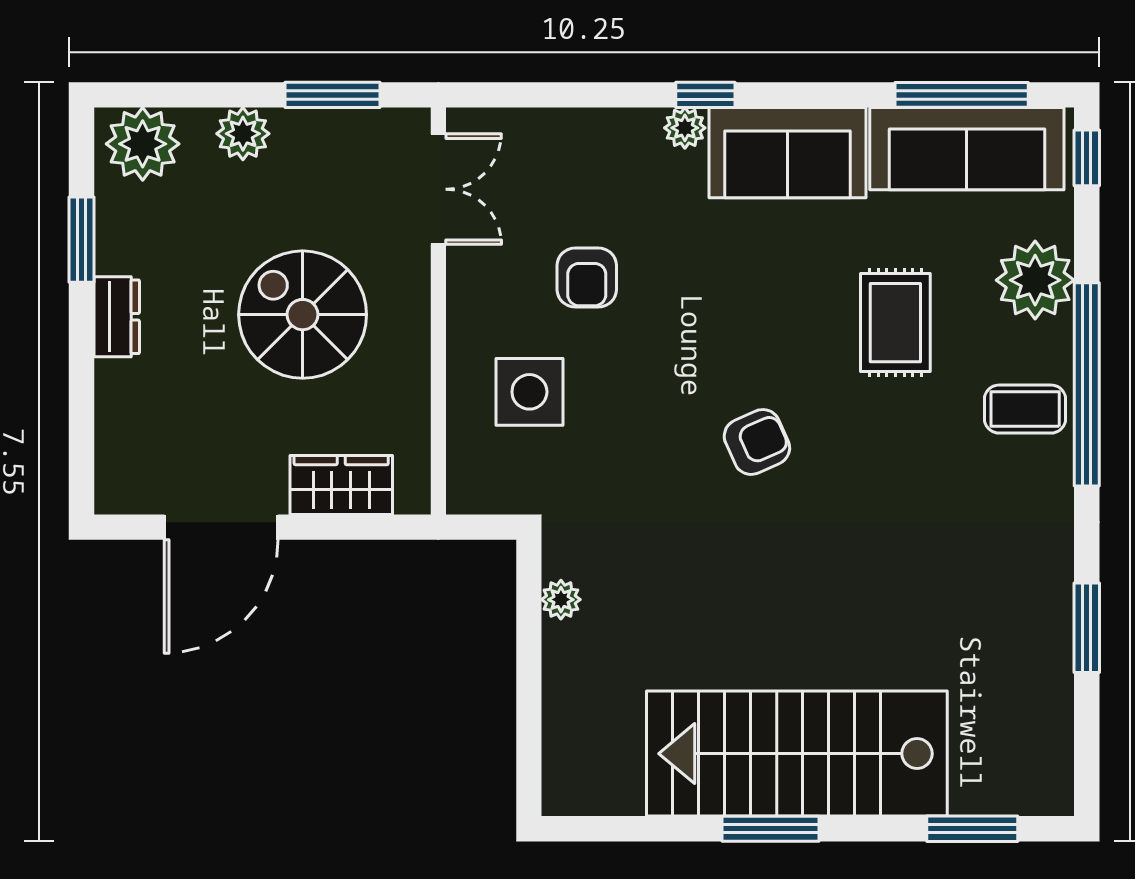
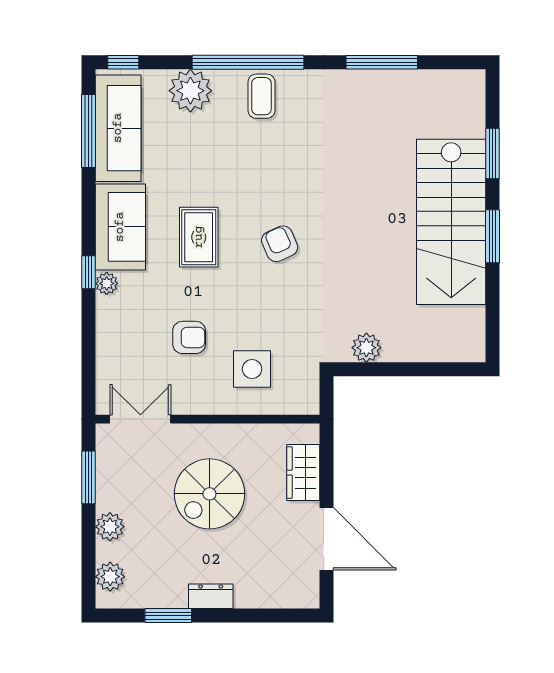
plant: (143, 144) -> (110, 577), width x0.73, depth x0.73
rug: (895, 323) -> (199, 237), moved, turned 90
plant: (561, 600) -> (366, 348), width x1.38, depth x1.38
window: (1087, 628) -> (382, 62), width x1.44
window: (972, 829) -> (492, 153), moved

